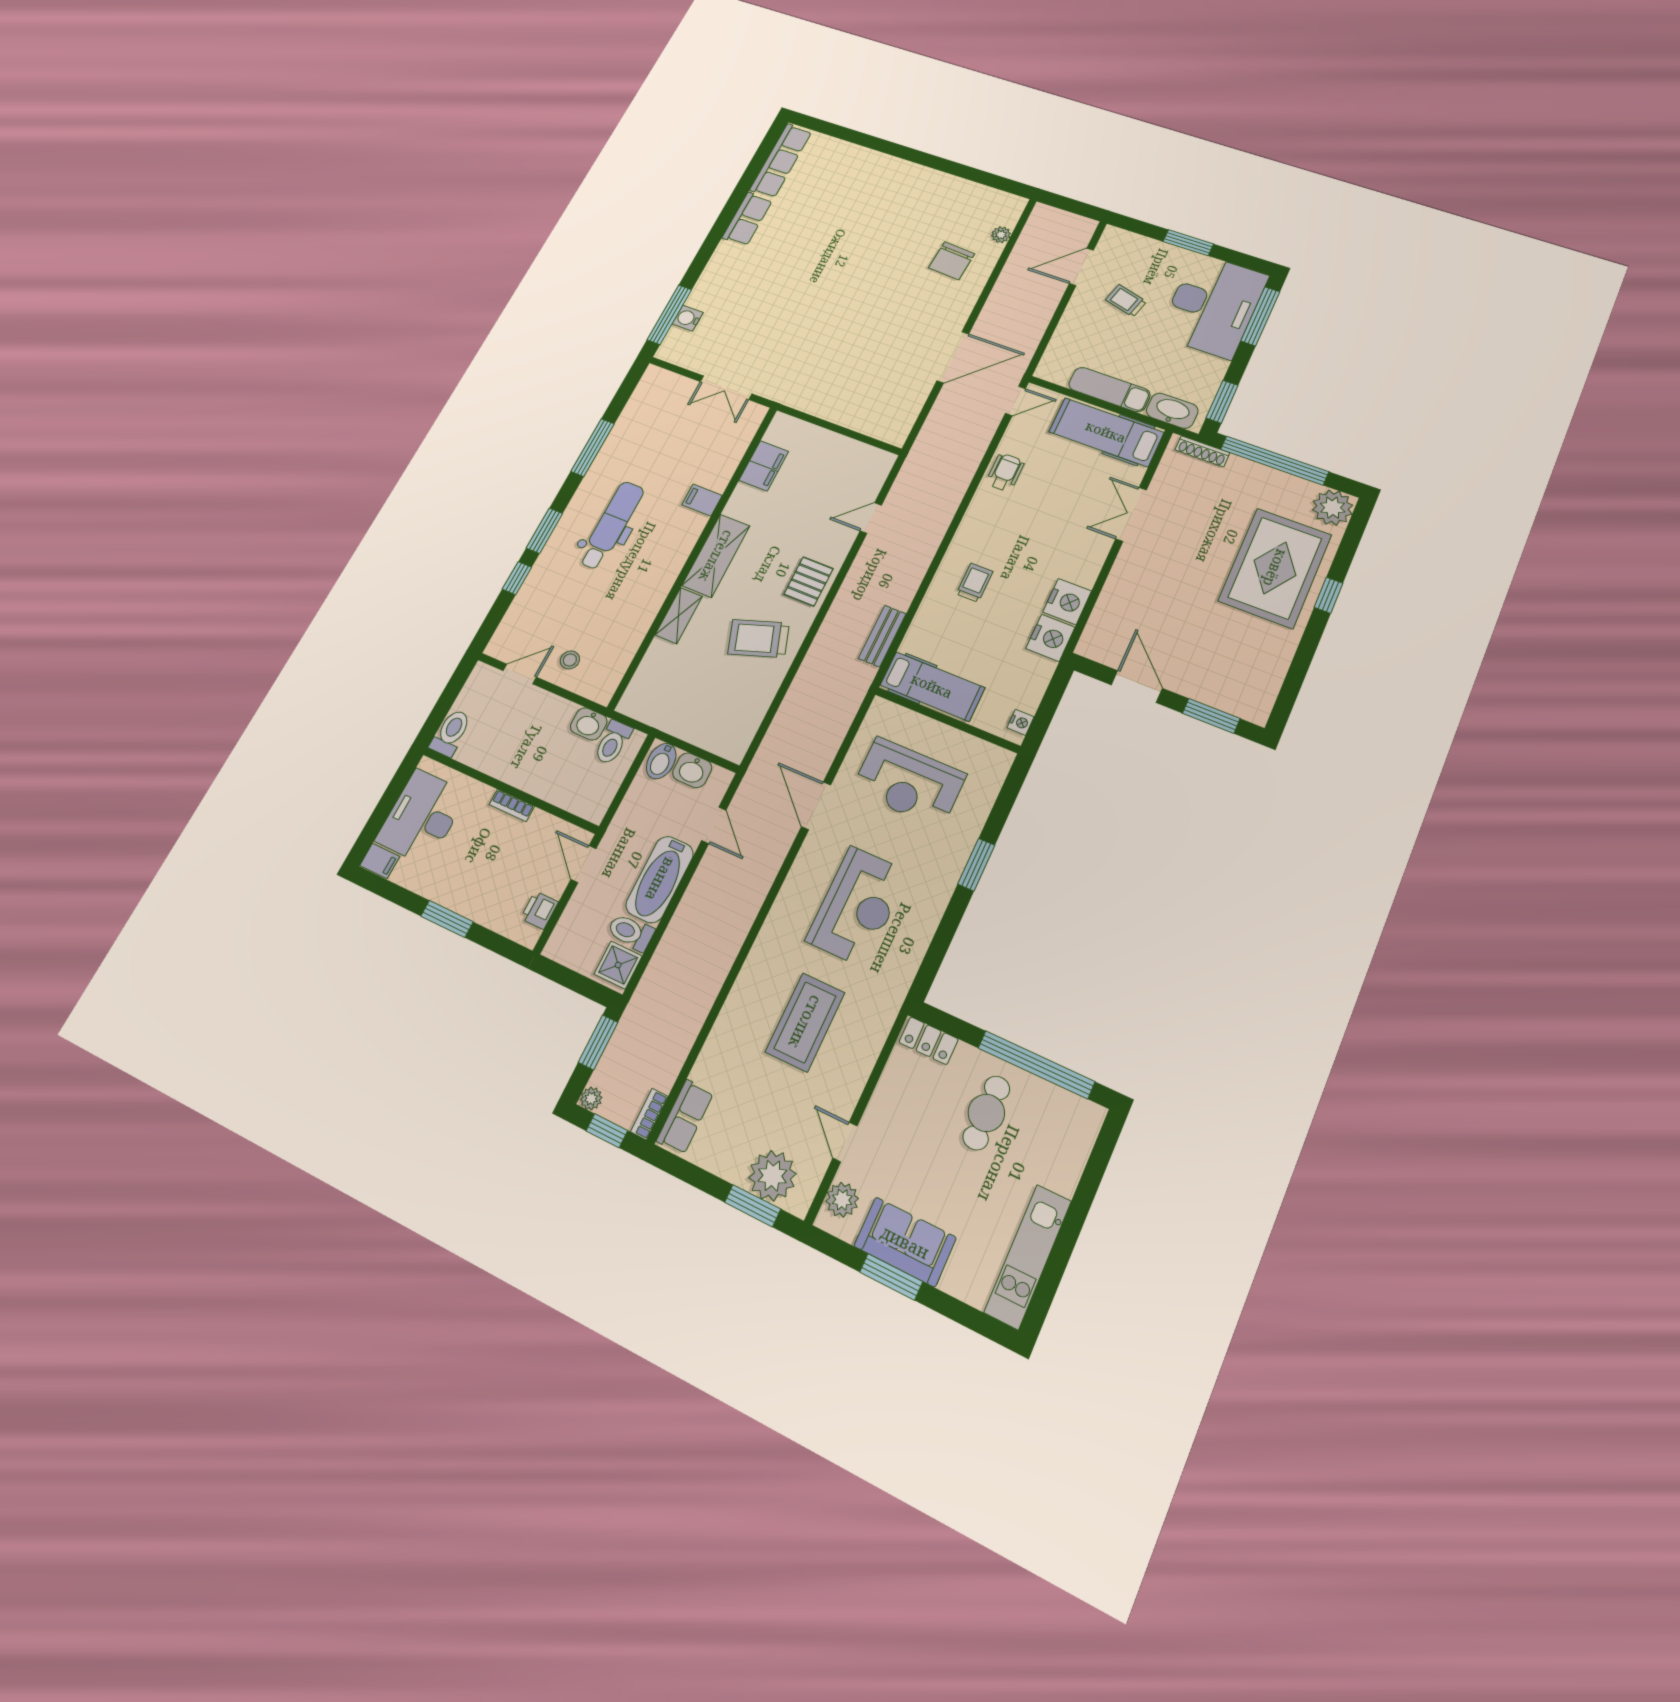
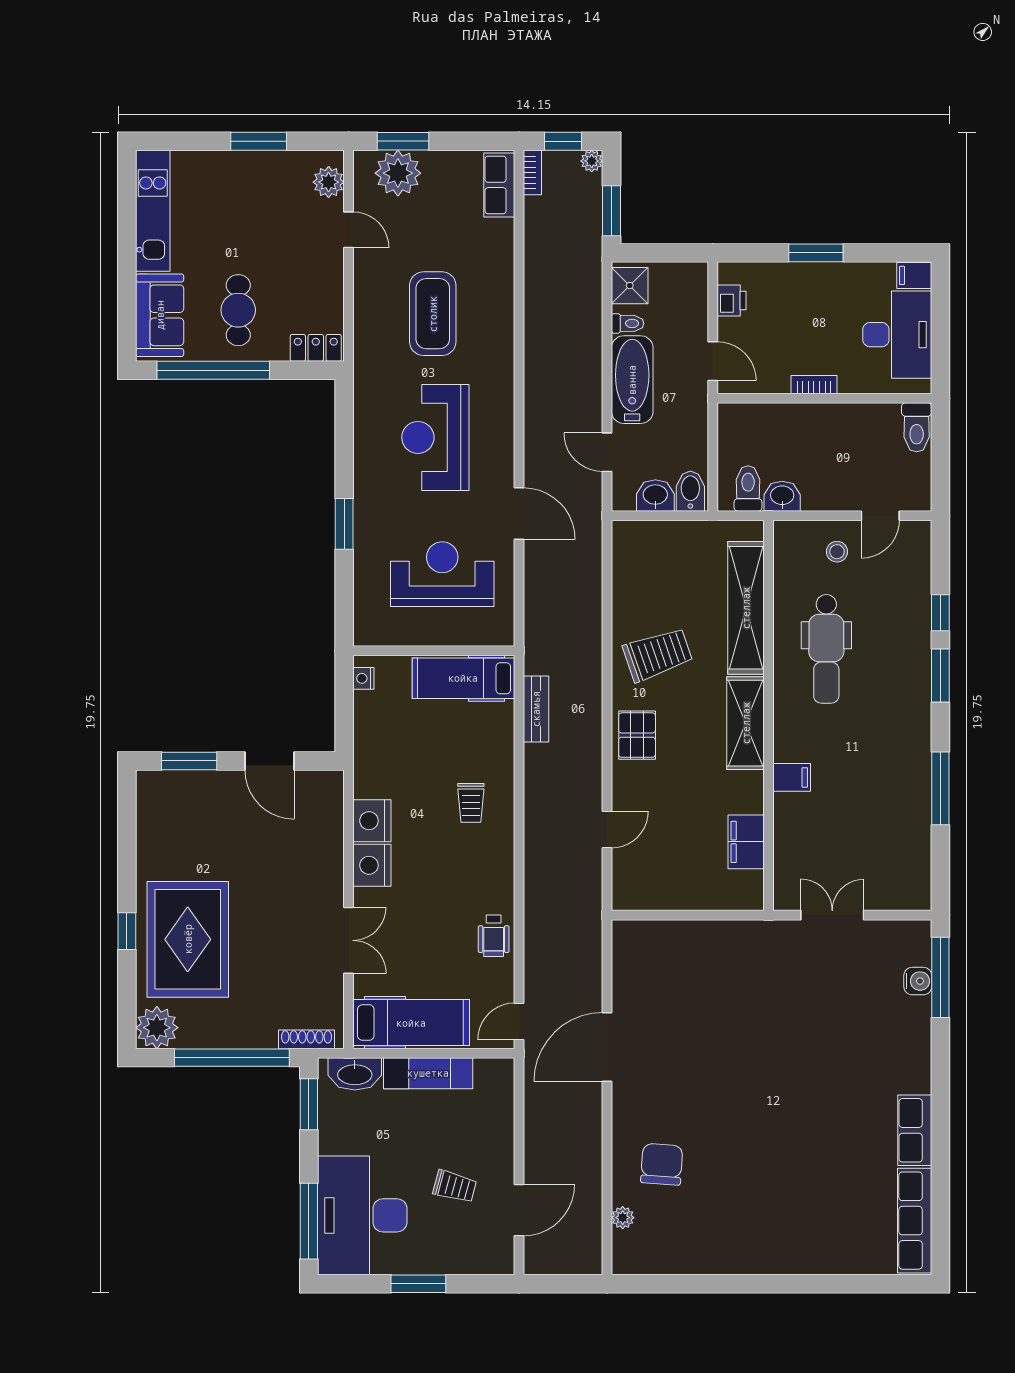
dental chair: (611, 525) -> (826, 649), moved
shelving: (679, 616) -> (746, 608), width x2.20, depth x1.33
nightstand: (1050, 638) -> (372, 865), moved
toilet: (631, 932) -> (628, 323), width x0.73, depth x0.72
sofa: (905, 1242) -> (160, 315), moved, turned -90

